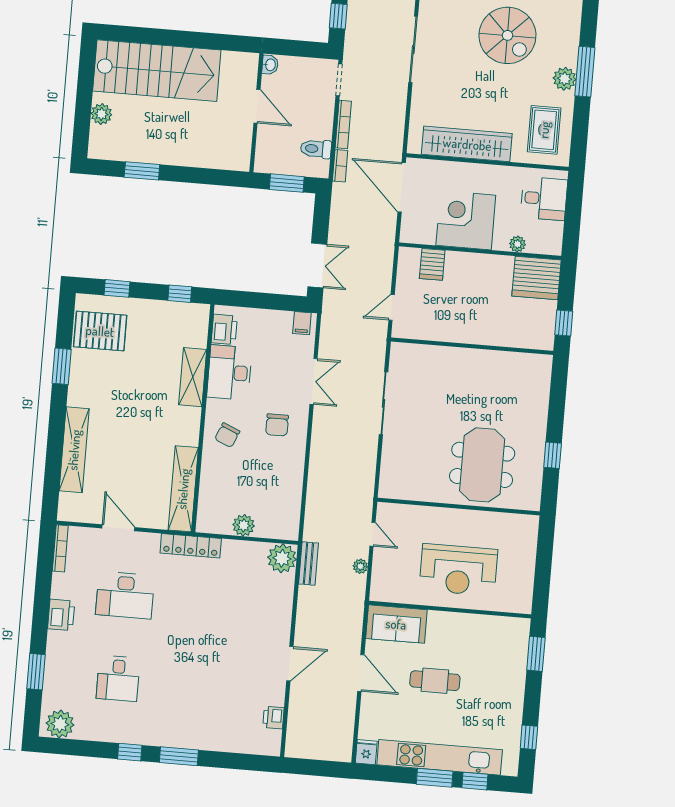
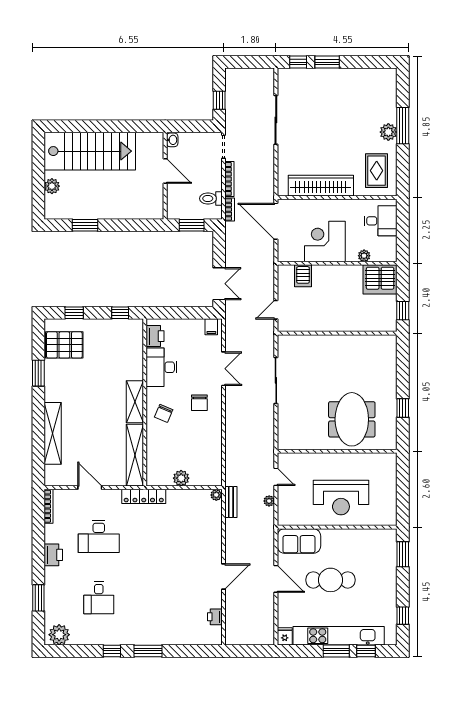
spiral stairs: (507, 35) -> (344, 104), removed
shelving: (193, 377) -> (135, 402), moved
plant: (282, 558) -> (216, 495), width x0.53, depth x0.53
cafe table: (435, 681) -> (331, 580), width x1.37, depth x1.35

